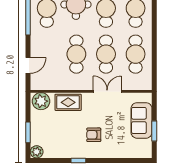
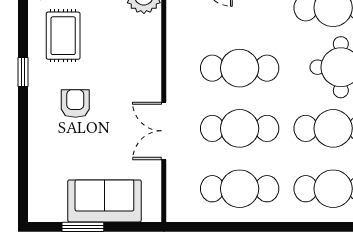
double door: (107, 91) -> (164, 131), swing flipped
rug: (68, 102) -> (63, 36), moved

